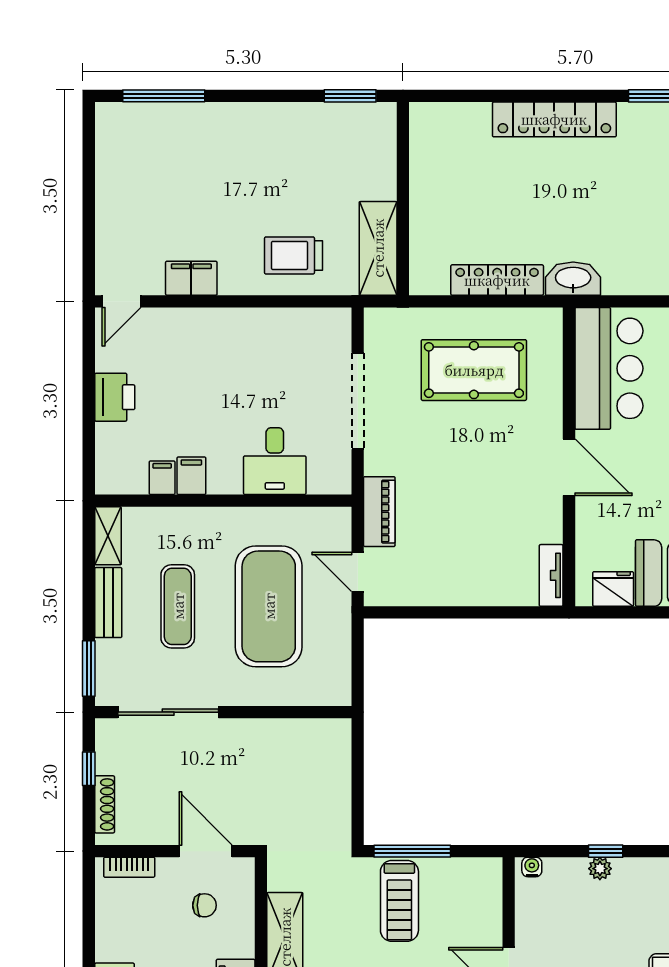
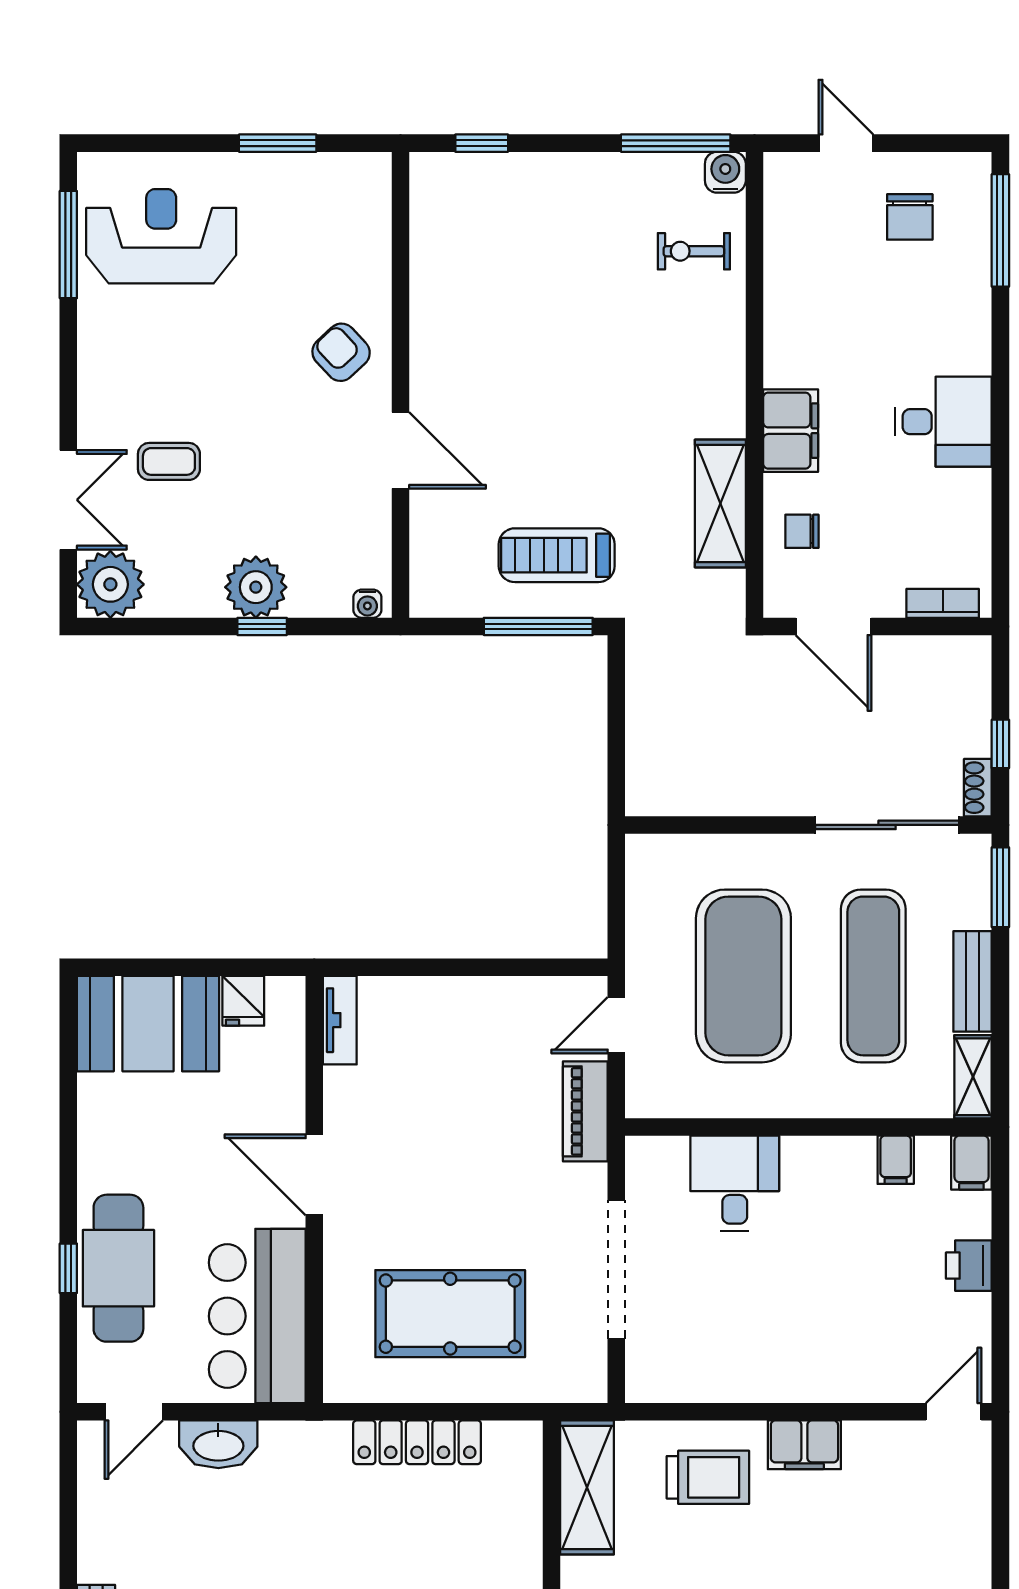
filing cabinet: (191, 278) -> (804, 1445), moved
washbasin: (573, 279) -> (218, 1444), moved
printer: (115, 397) -> (969, 1266), width x0.73, depth x0.81
filing cabinet: (191, 476) -> (971, 1163), moved
door: (358, 572) -> (616, 1025), swing flipped
fridge: (613, 589) -> (243, 1001), width x0.72
exercise mat: (178, 606) -> (873, 976), width x1.36, depth x1.45
shoe rack: (105, 804) -> (978, 788), moved, width x0.70
plant: (600, 869) -> (256, 587), width x1.87, depth x1.87
treadmill: (399, 901) -> (557, 555), turned -90
chair: (204, 905) -> (802, 531), moved

